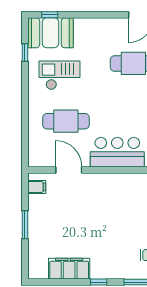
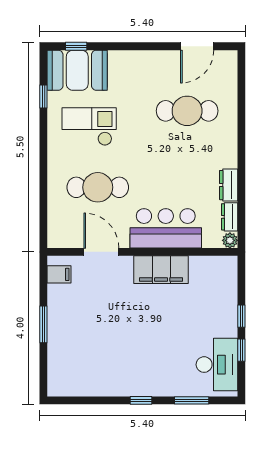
filing cabinet: (69, 269) -> (161, 270), moved, turned 180

